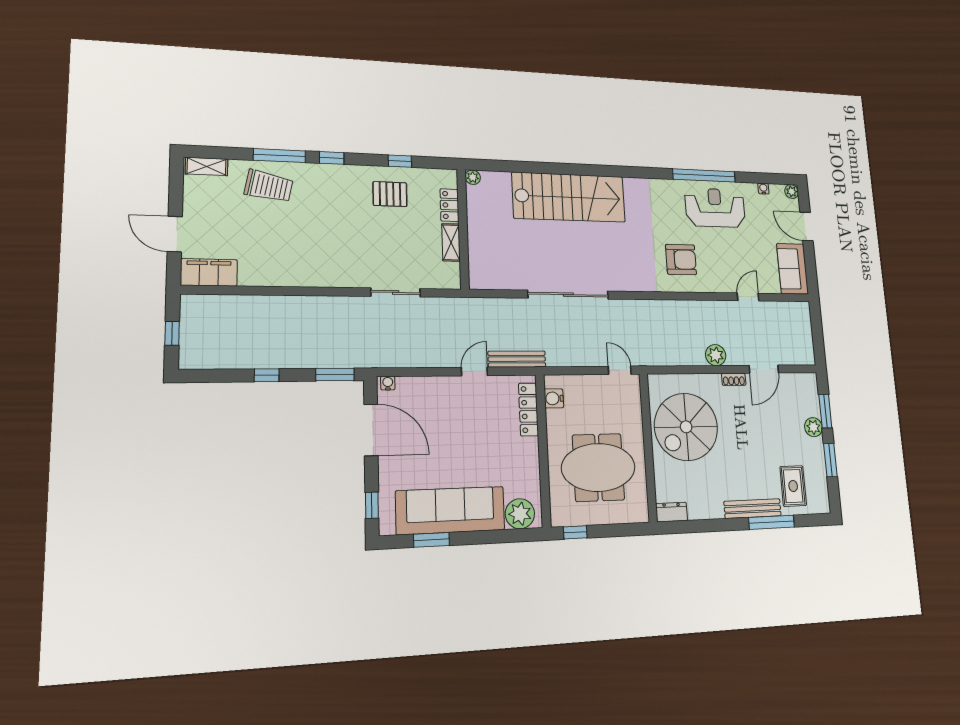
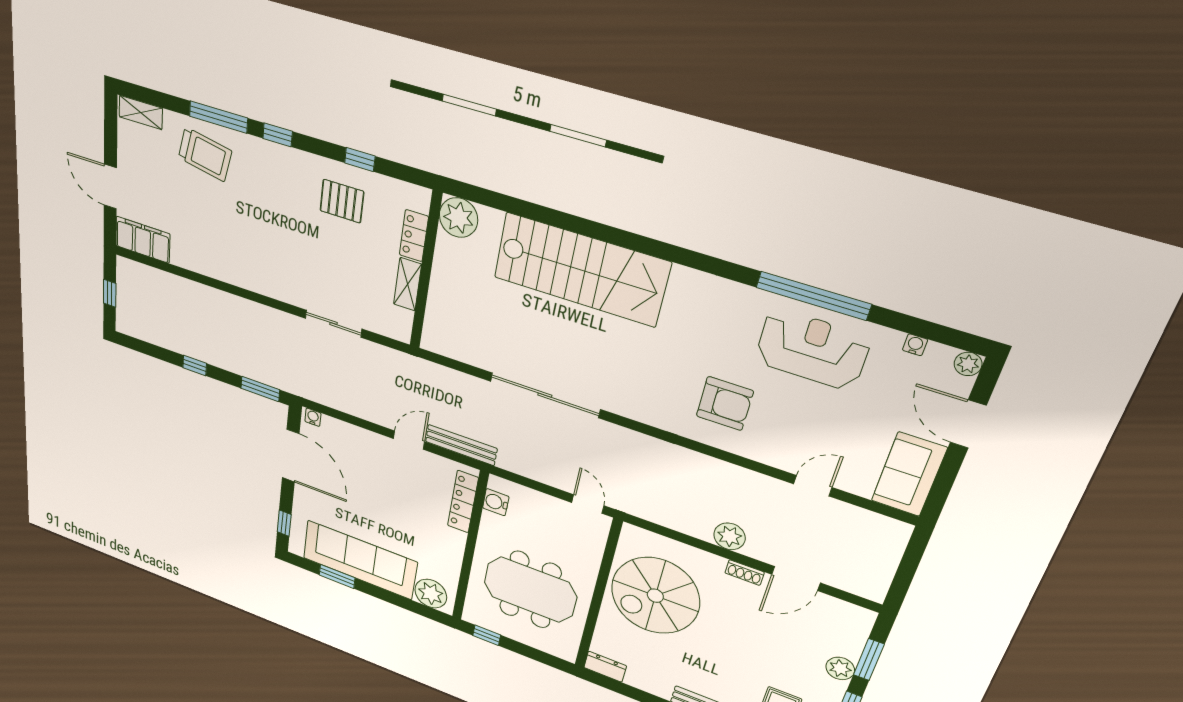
plant: (473, 177) -> (459, 218), width x1.88, depth x1.88

